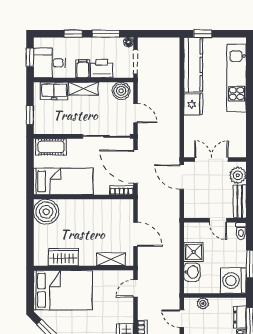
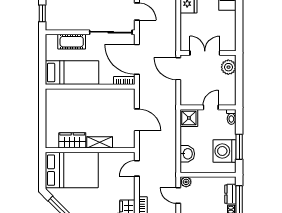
cot: (51, 147) -> (72, 42), moved
bench: (240, 201) -> (230, 91), removed
boiler: (46, 212) -> (57, 100), removed
door: (218, 220) -> (211, 107), swing flipped
shower: (194, 252) -> (189, 118), moved
shelving: (111, 259) -> (100, 142), moved
washing machine: (233, 281) -> (225, 151), moved
plant: (203, 303) -> (186, 182), moved

